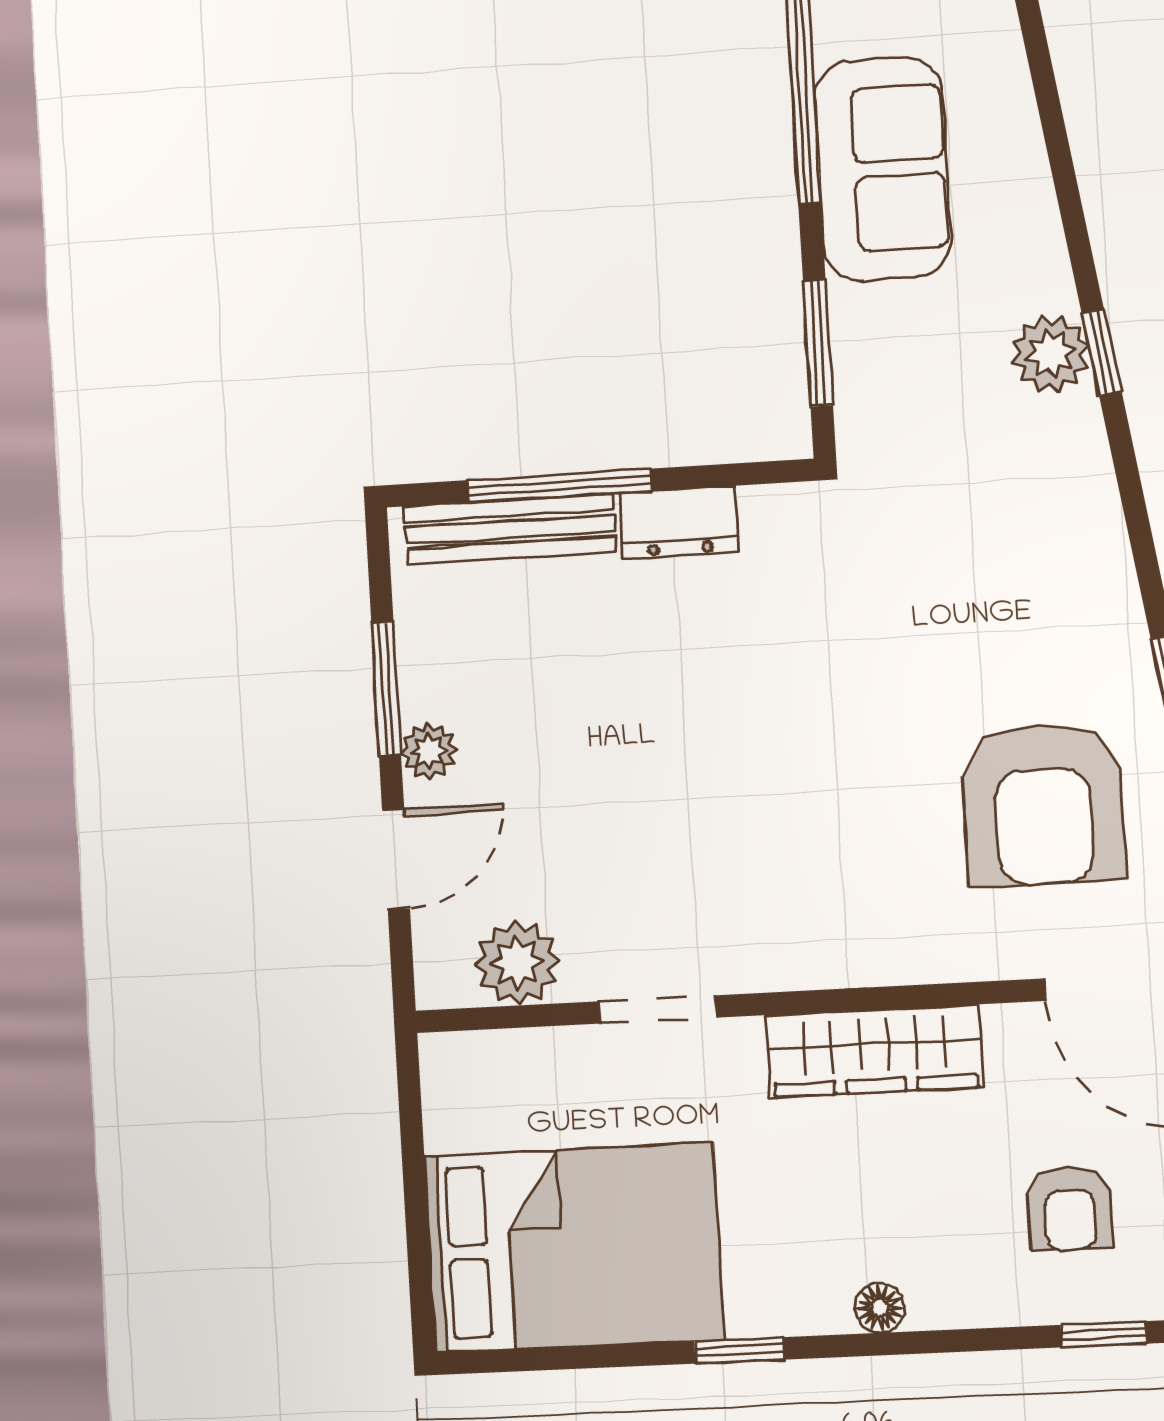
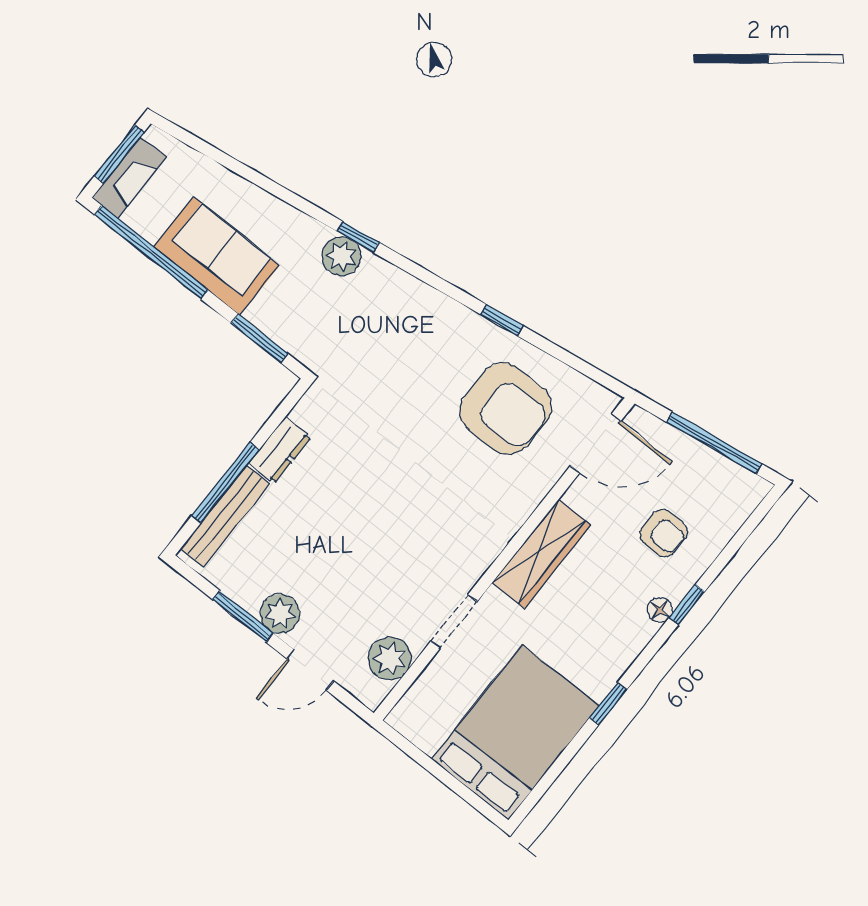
plant: (429, 751) -> (280, 614), width x1.38, depth x1.38
door: (396, 859) -> (310, 670), swing flipped
floor lamp: (880, 1308) -> (660, 610), moved
window: (1104, 1334) -> (687, 605), moved

